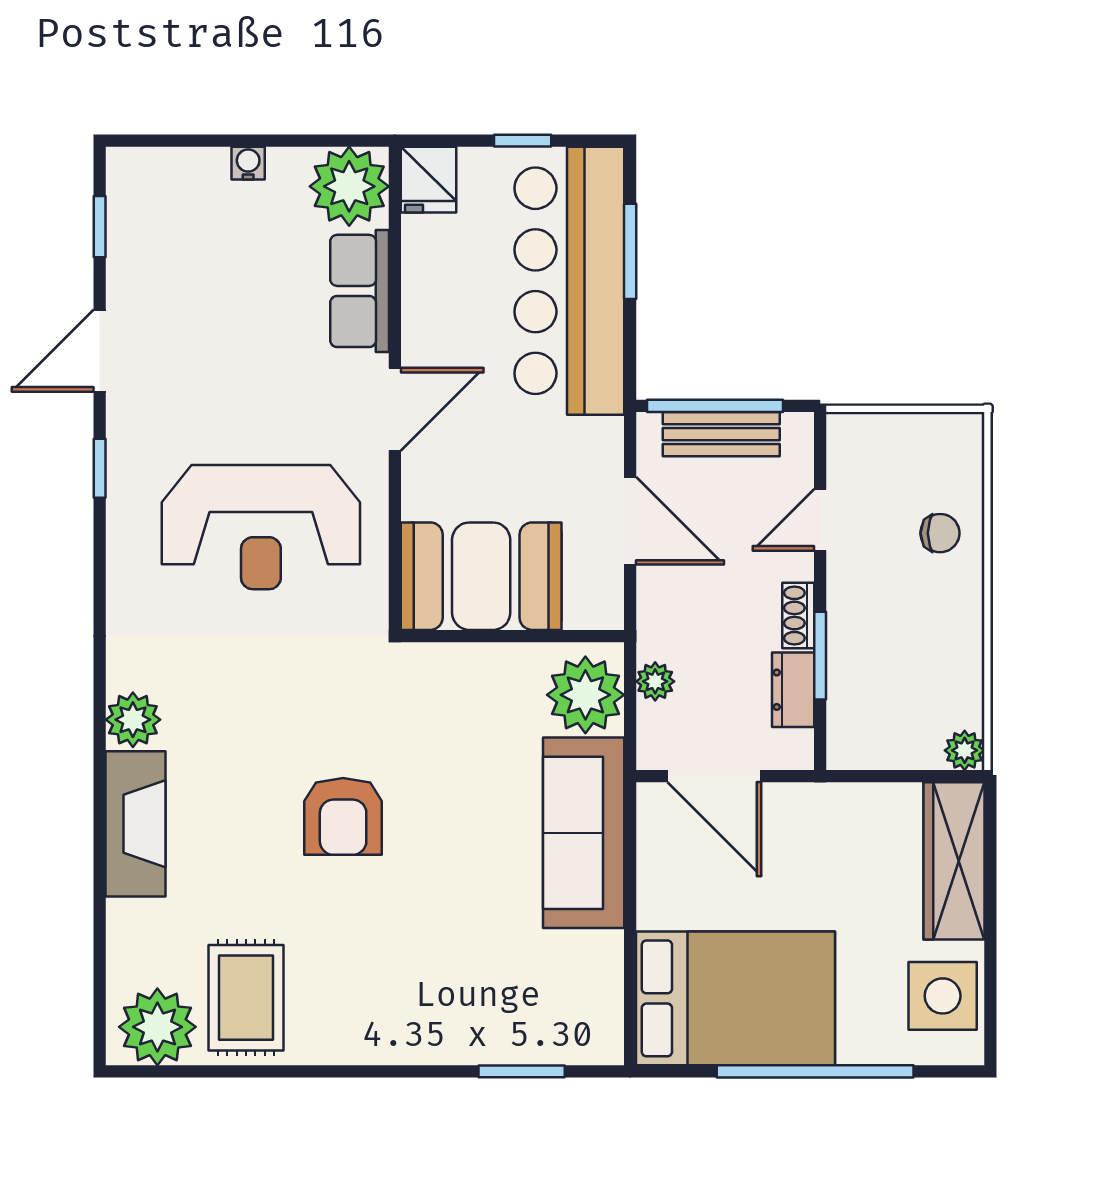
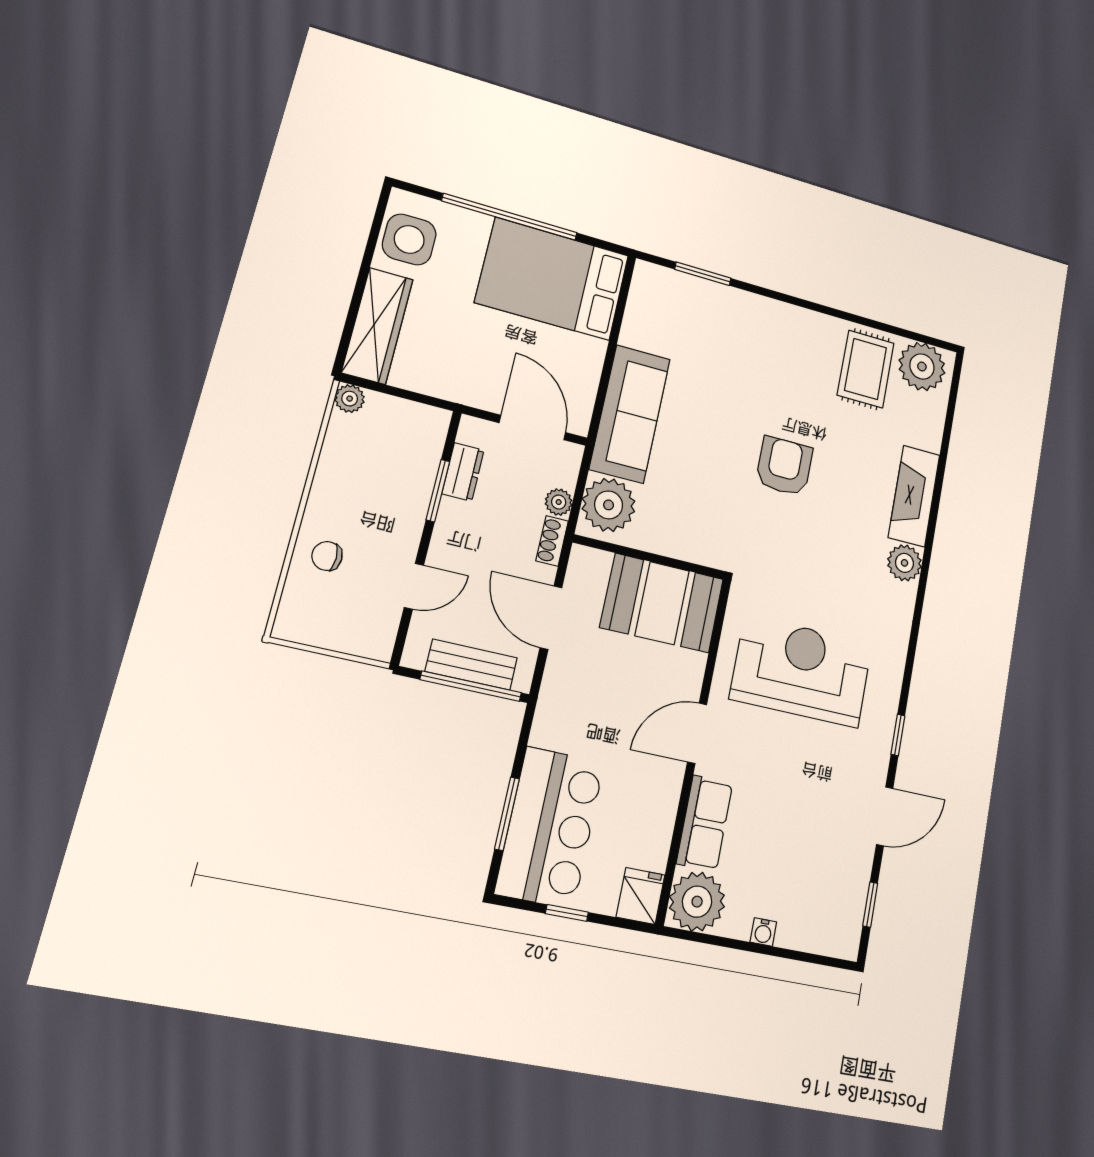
bar counter: (569, 281) -> (550, 827), width x0.73
shoe rack: (798, 615) -> (552, 541), moved, turned 180

